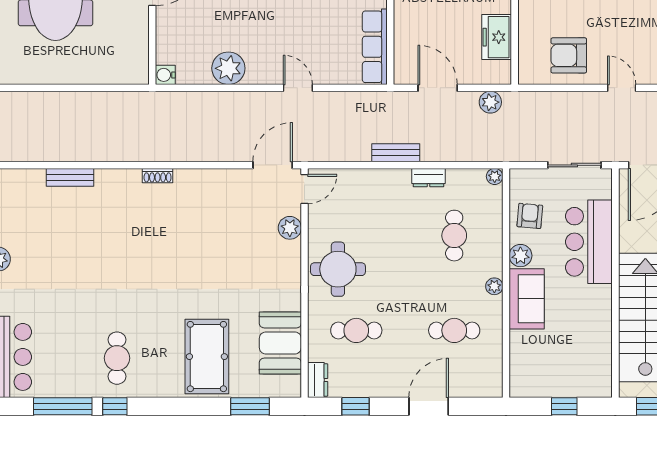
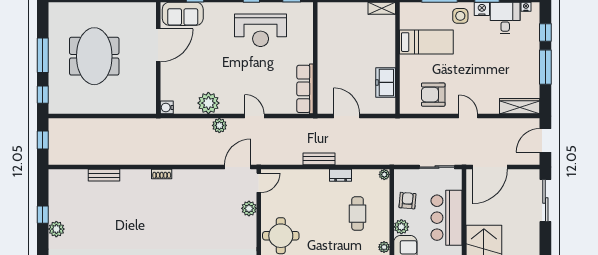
plant: (490, 102) -> (219, 125), moved

